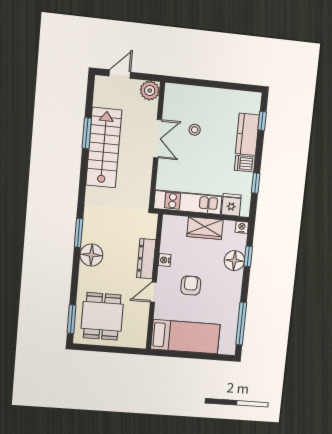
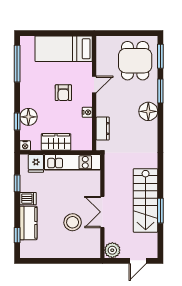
stool: (195, 130) -> (73, 222), width x1.89, depth x1.89
window: (79, 233) -> (160, 91), moved
dresser: (146, 259) -> (103, 129), moved, width x0.70

